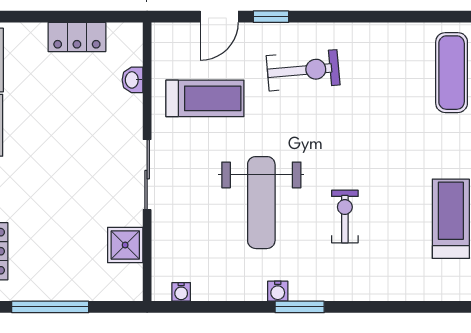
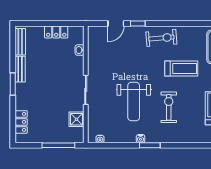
exercise bike: (303, 70) -> (161, 38), moved
treadmill: (205, 98) -> (181, 69), moved
exercise bike: (345, 216) -> (169, 107), width x1.38, depth x1.39
window: (50, 307) -> (58, 145), moved

